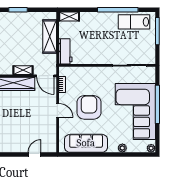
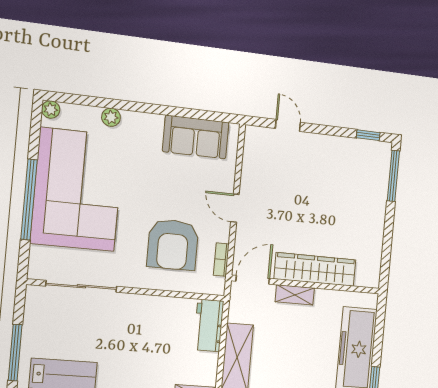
door: (45, 76) -> (253, 280), hinge flipped
armchair: (89, 107) -> (173, 245), moved
sofa: (86, 143) -> (196, 137), width x0.73
door: (35, 155) -> (288, 125), swing flipped

